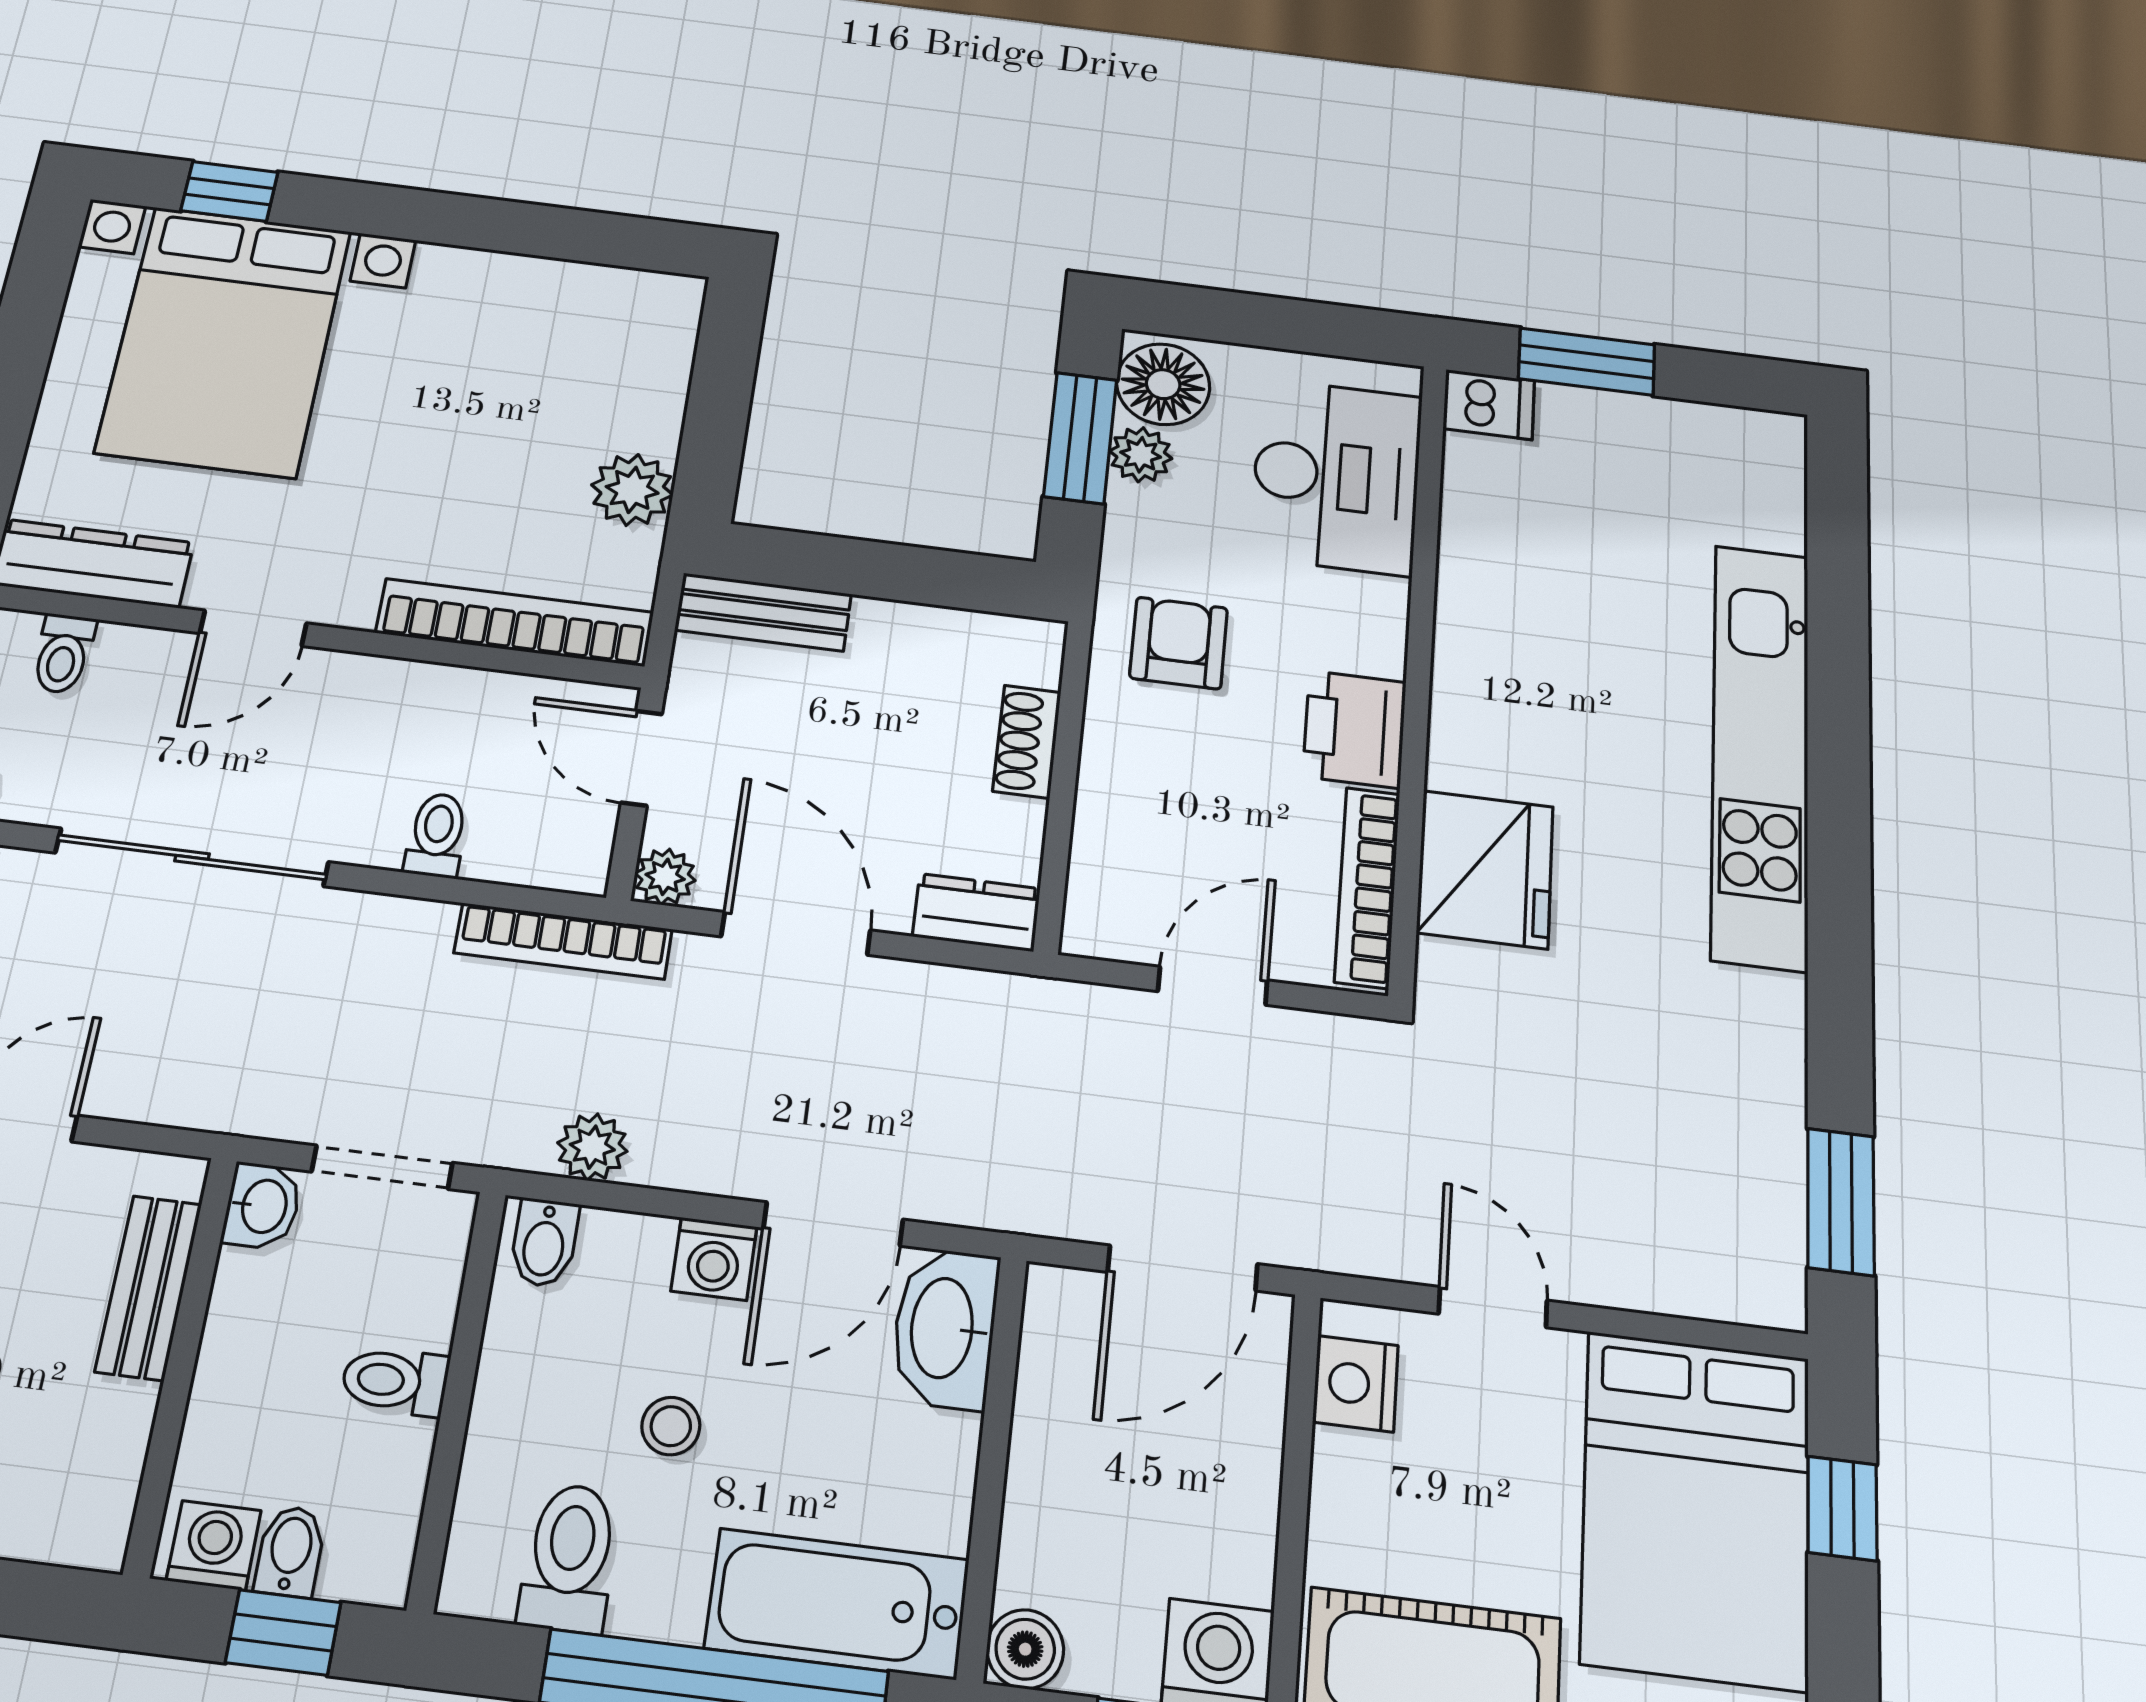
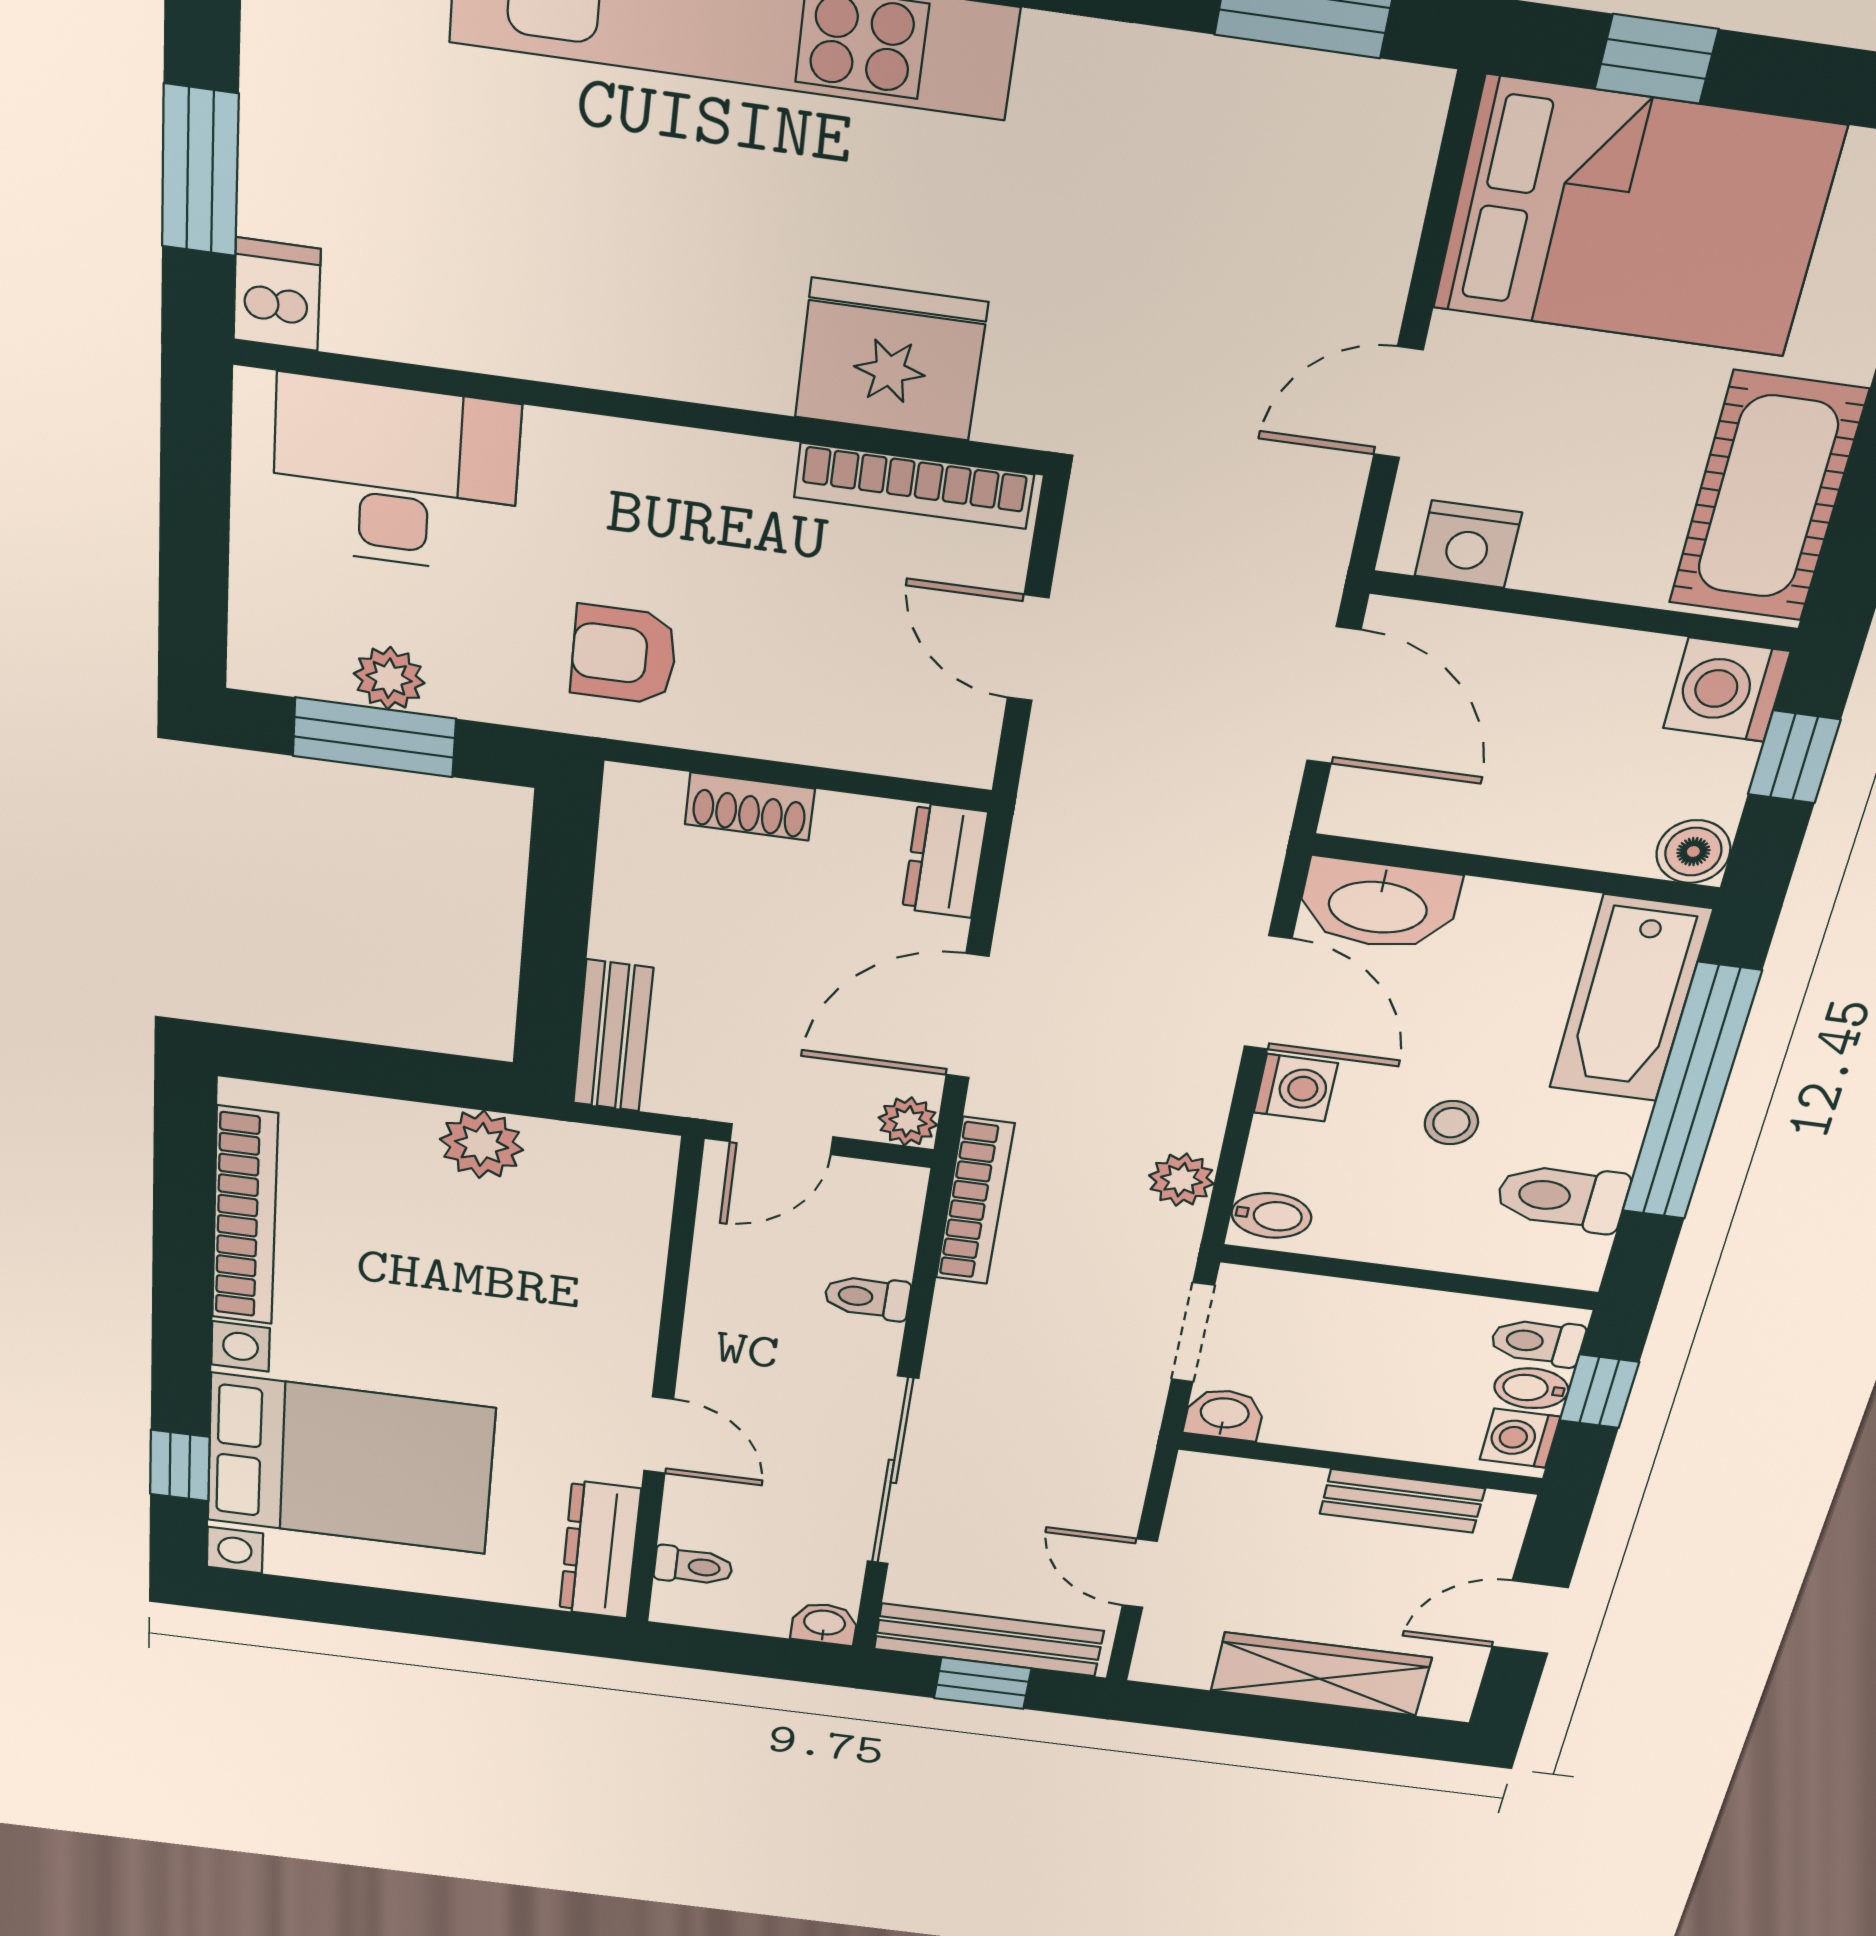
floor lamp: (1163, 384) -> (294, 650), removed
bookcase: (515, 623) -> (245, 1217), moved, turned 180
printer: (1355, 729) -> (721, 483), removed
bench: (149, 1288) -> (1402, 1501), moved
toilet: (395, 1381) -> (1537, 1342), moved, turned 90

